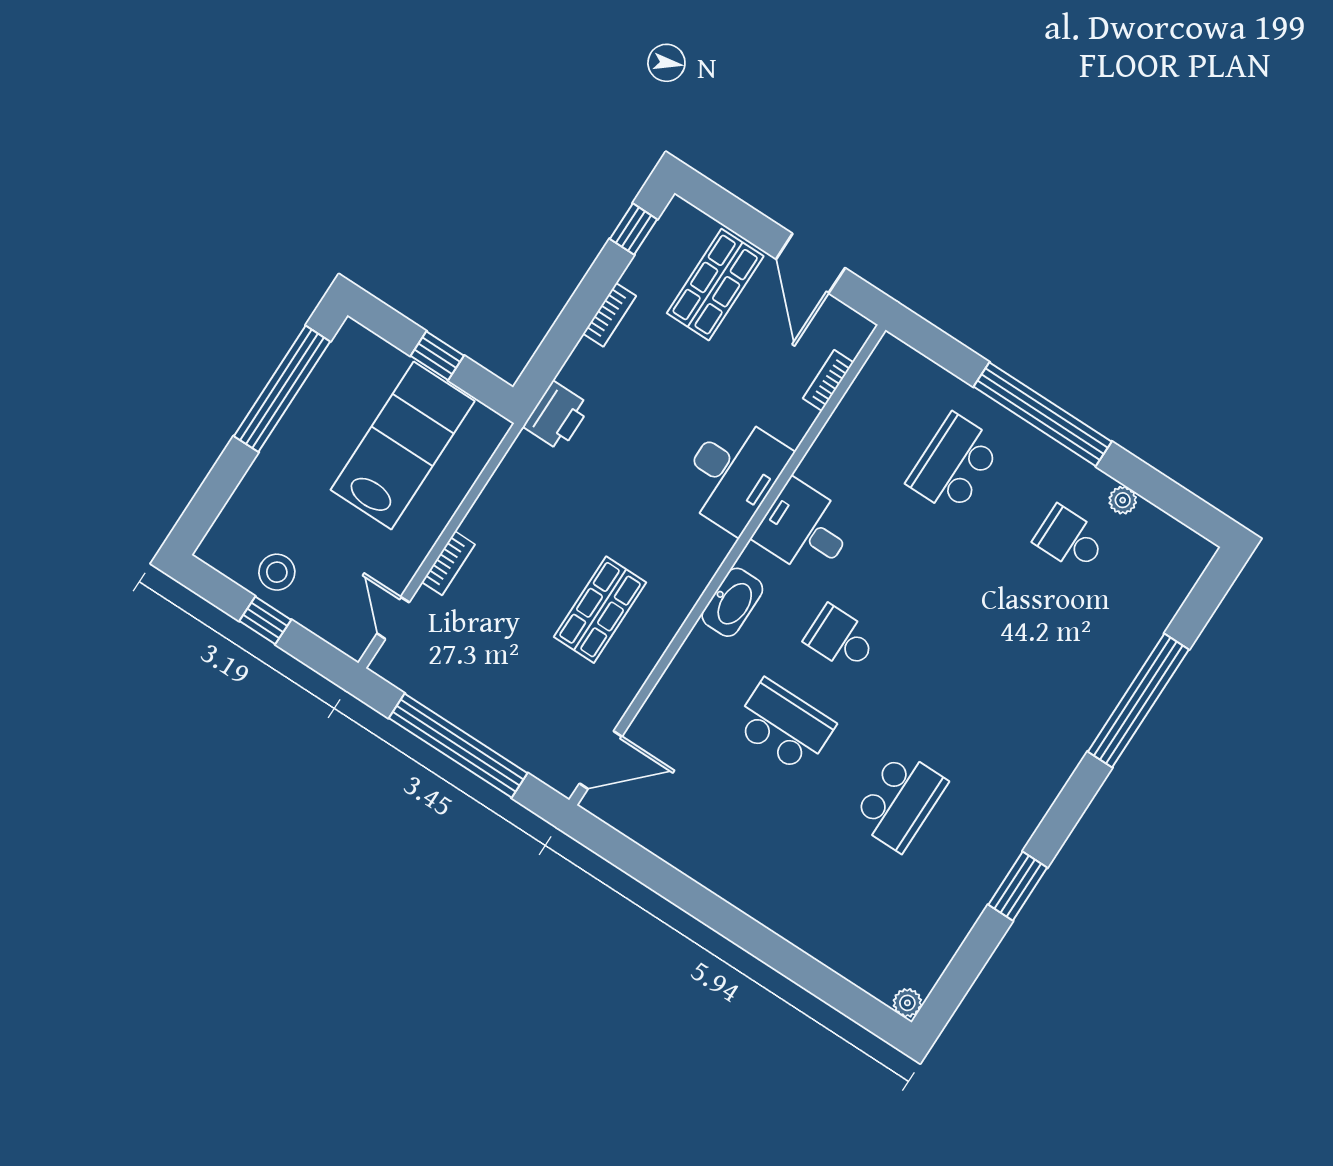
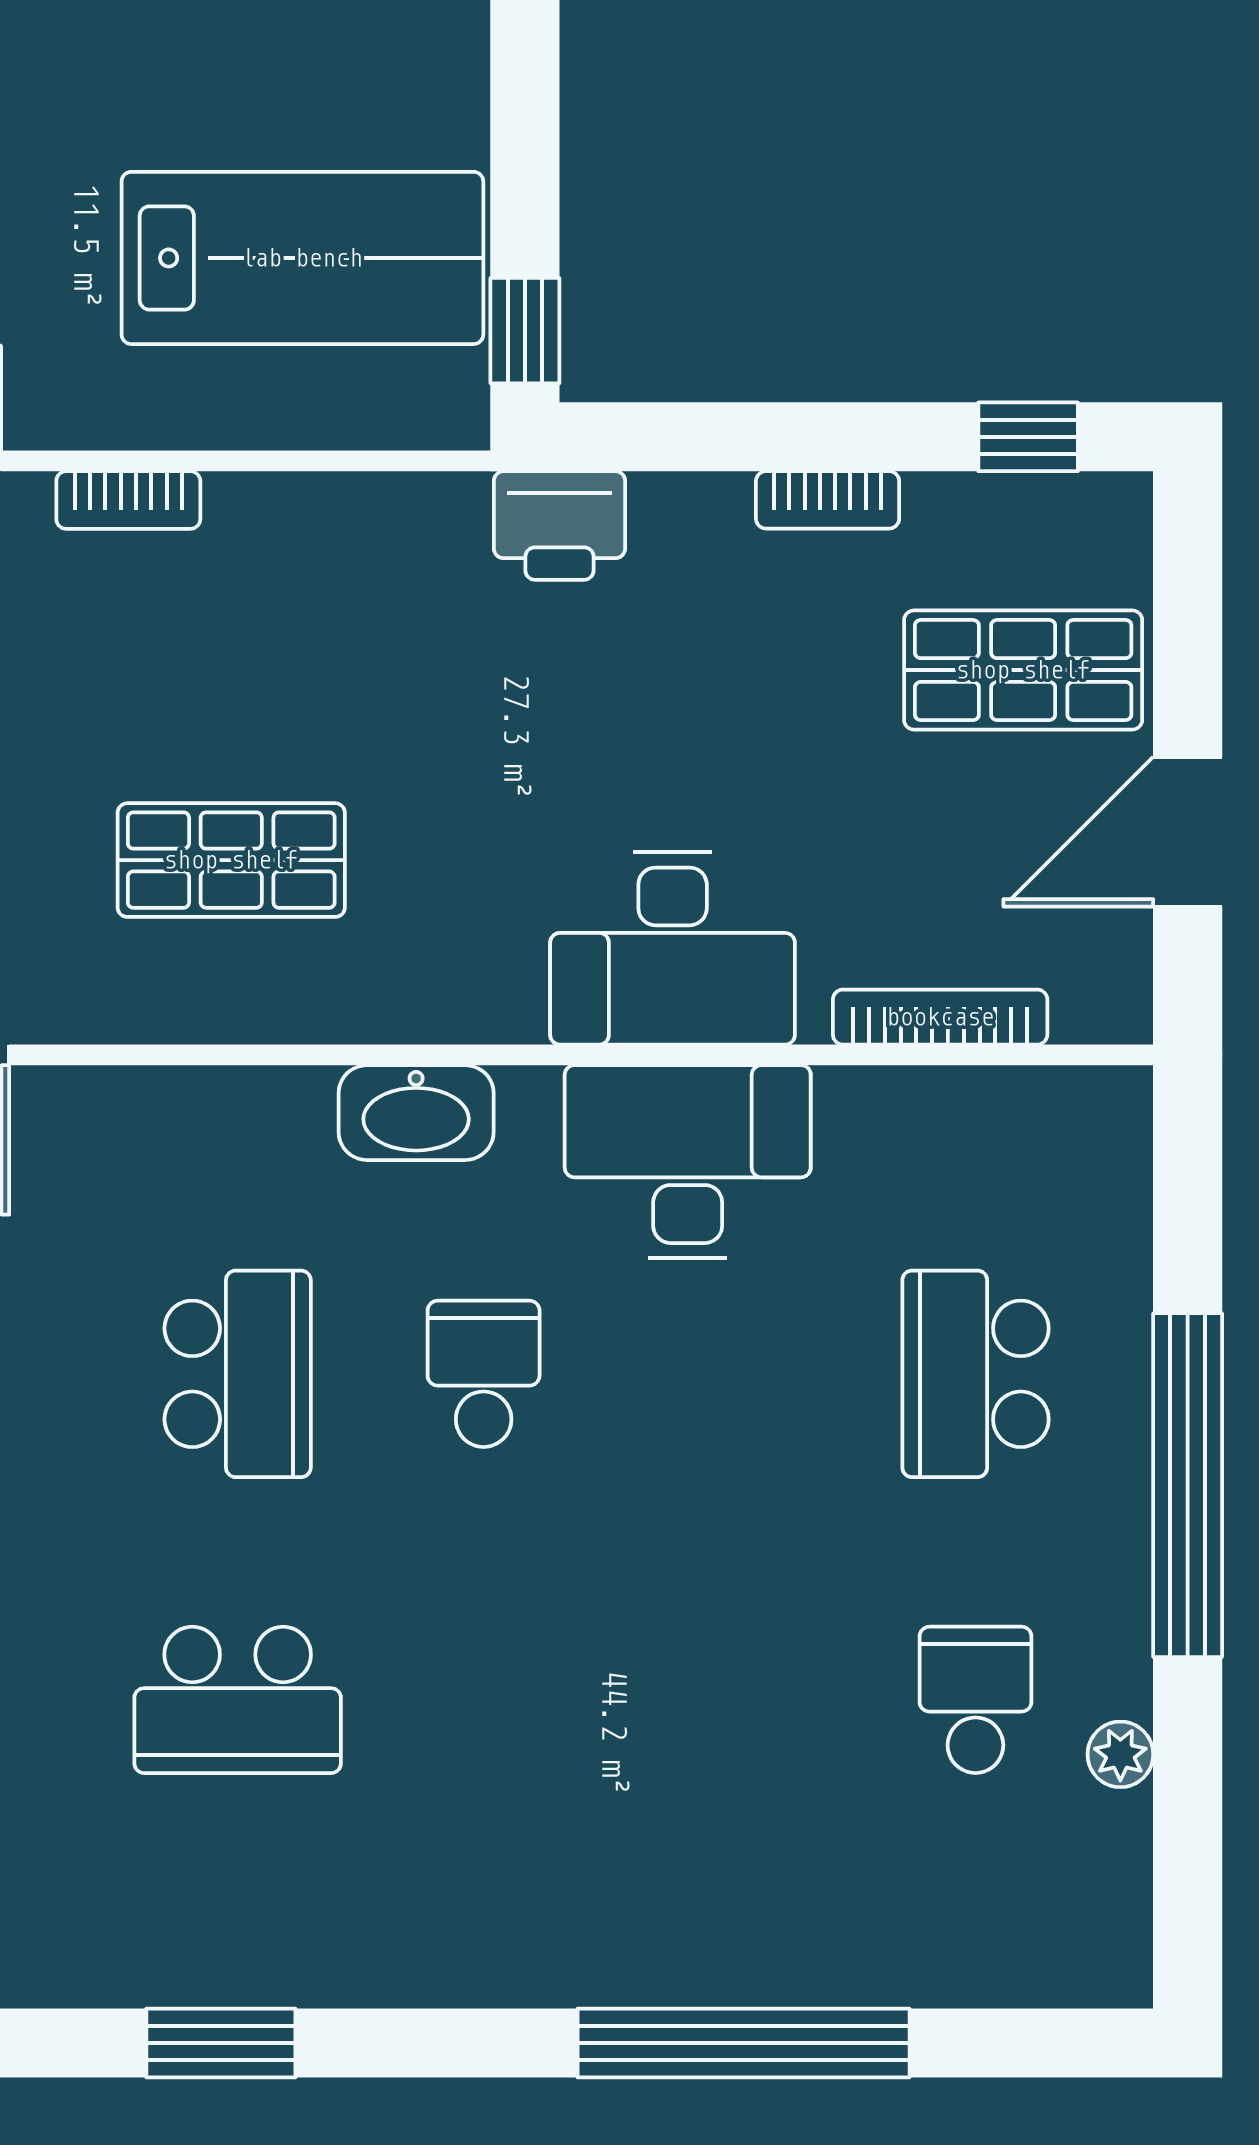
window: (437, 356) -> (525, 331), moved
bookcase: (828, 380) -> (940, 1017), width x1.56
school desk: (954, 464) -> (975, 1374), turned -90
desk: (805, 529) -> (688, 1162), width x1.37

